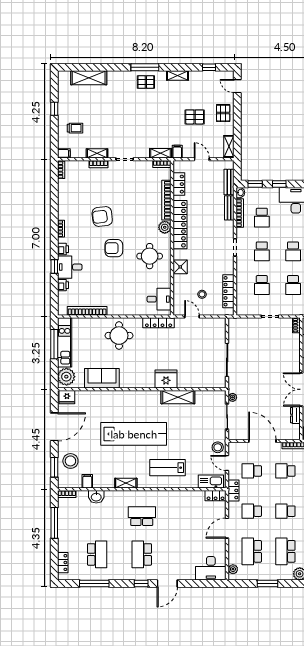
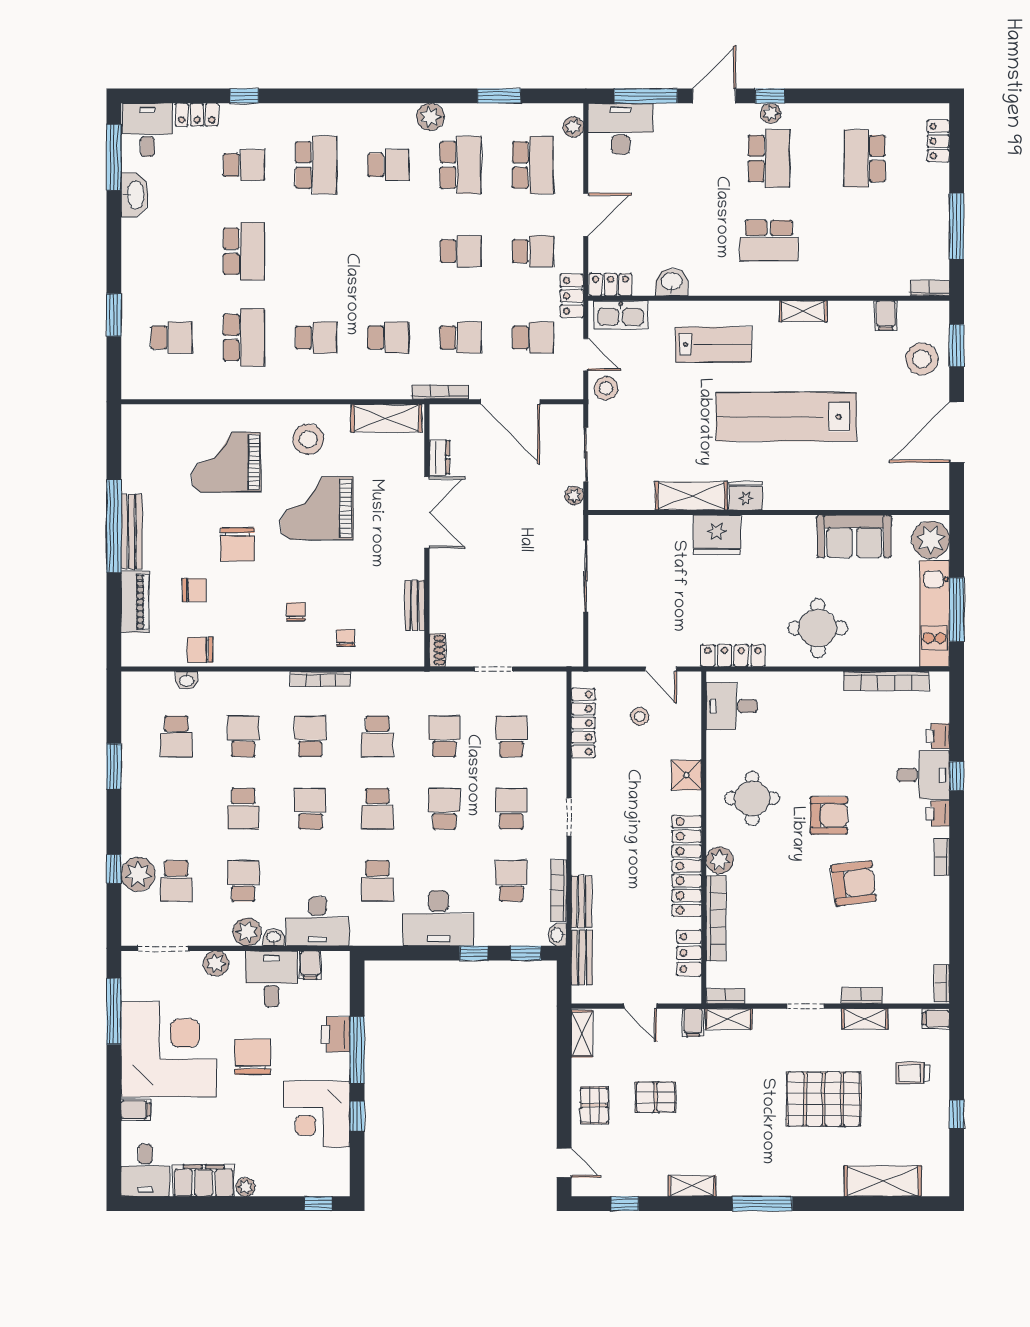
pallet: (146, 82) -> (824, 1099), moved, width x2.05, depth x2.00
fridge: (67, 397) -> (746, 496), moved
washbasin: (96, 497) -> (672, 282), moved
plant: (141, 576) -> (771, 113), added
window: (94, 584) -> (646, 96), moved

